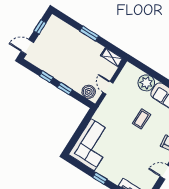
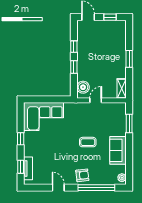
window: (148, 71) -> (129, 124), added
plant: (146, 83) -> (119, 128), removed

